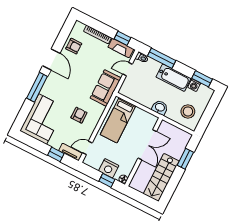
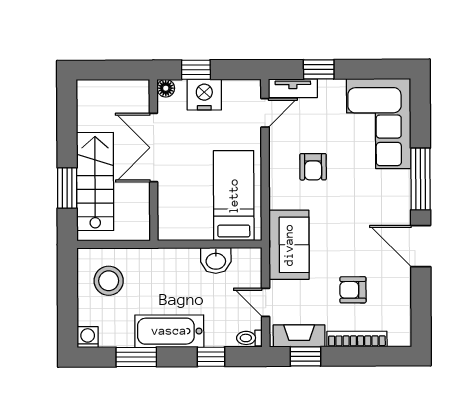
armchair: (74, 46) -> (353, 290), moved
window: (162, 58) -> (211, 357), width x0.46
door: (127, 69) -> (266, 302), swing flipped
window: (202, 79) -> (136, 357), moved
washing machine: (194, 85) -> (88, 337), moved
washbasin: (160, 108) -> (216, 260), moved
double door: (147, 145) -> (154, 148), moved
stairs: (161, 177) -> (95, 181), moved

